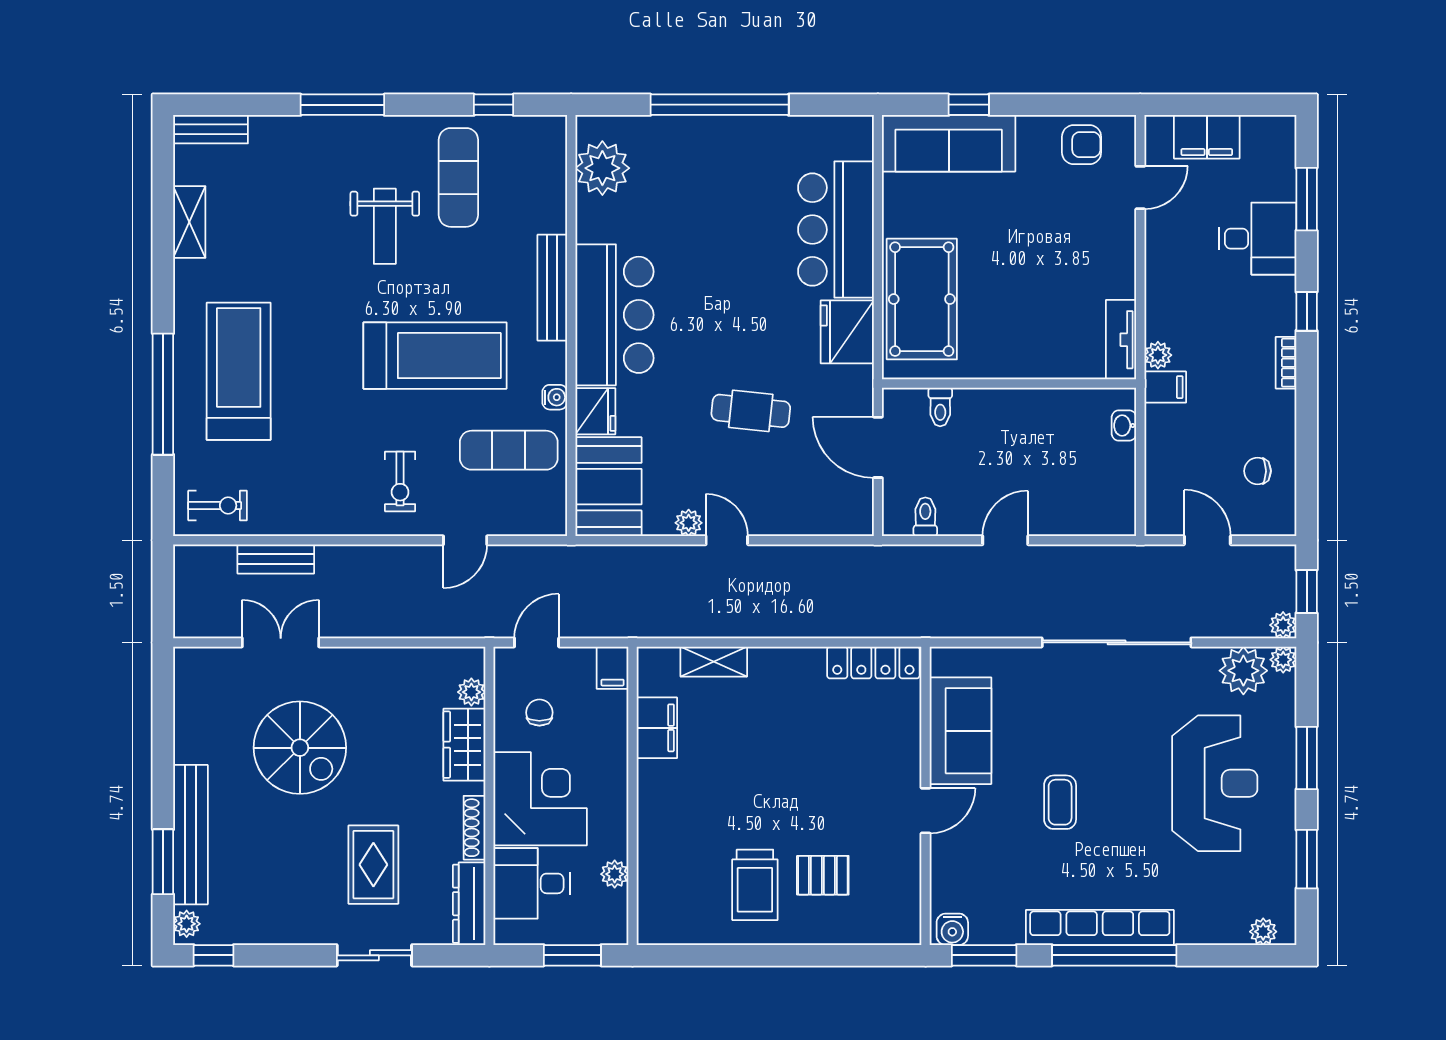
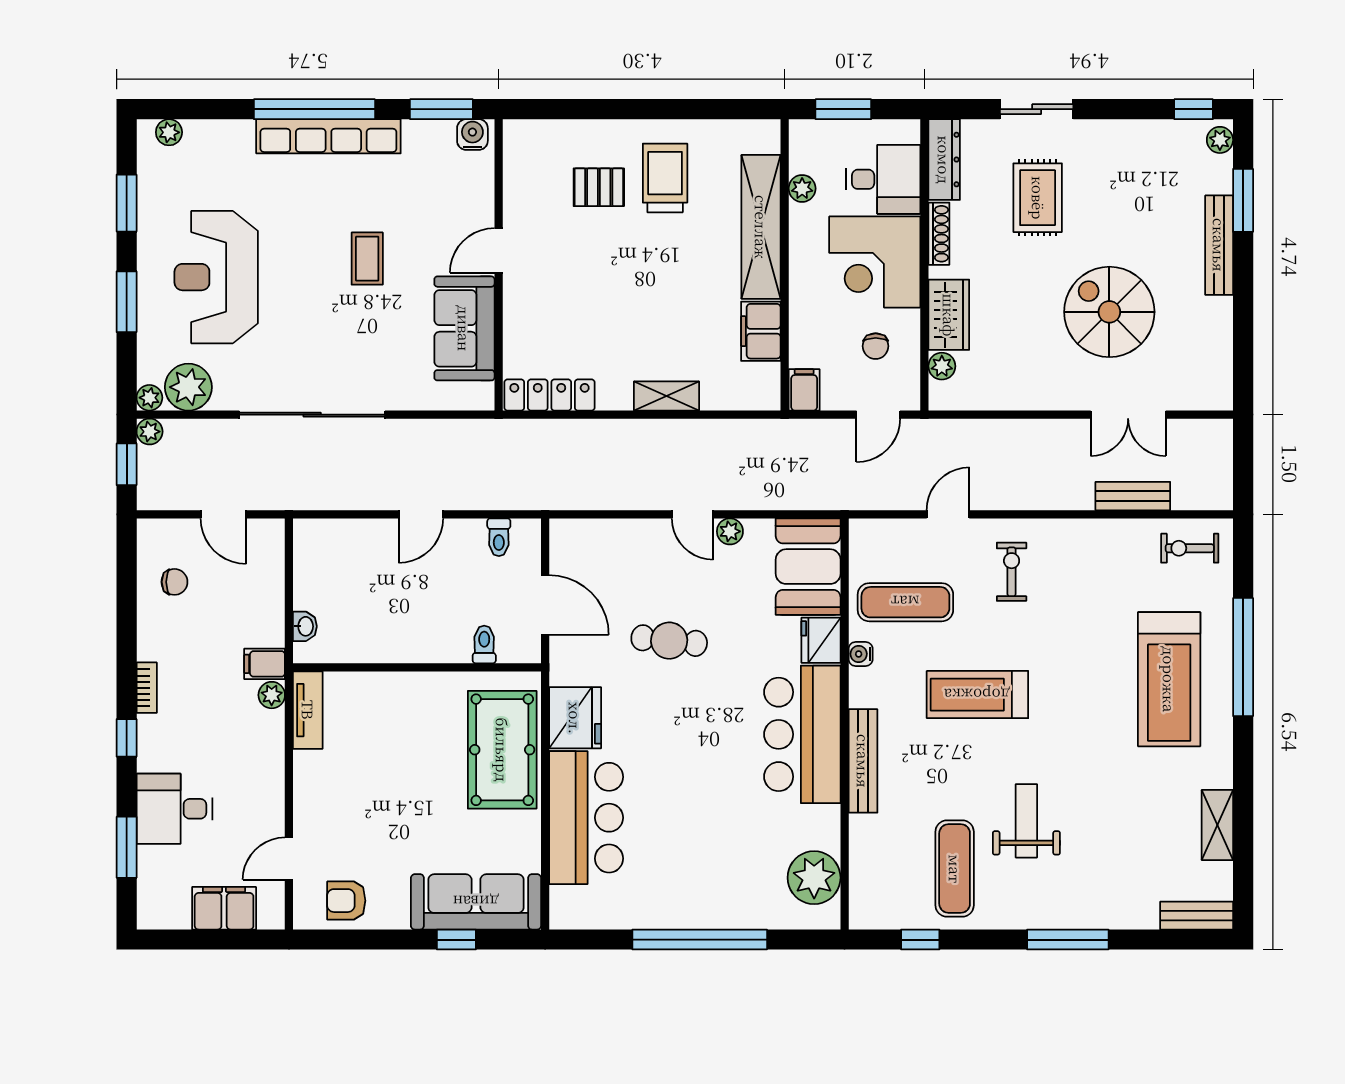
treadmill: (435, 356) -> (977, 695), width x0.73, depth x0.73
shelving: (714, 662) -> (667, 396), moved
bench: (190, 835) -> (1219, 245), width x0.73, depth x0.82
shelving: (657, 835) -> (761, 227), added

